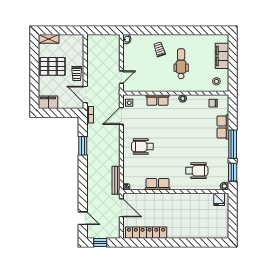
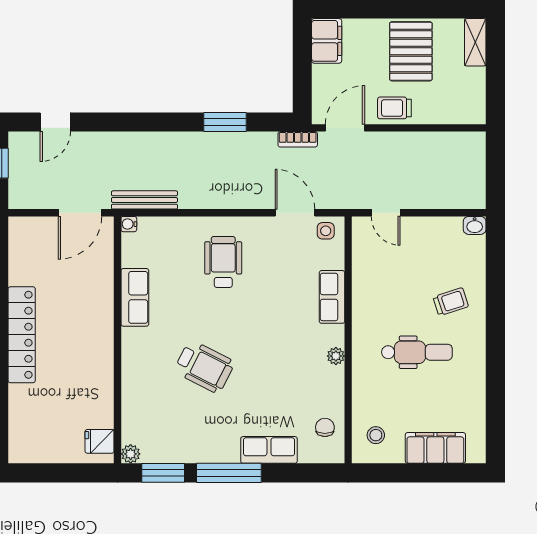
wheelchair: (197, 171) -> (204, 367), moved, turned -63
locker: (146, 233) -> (22, 335), moved

